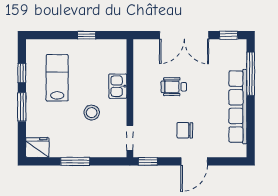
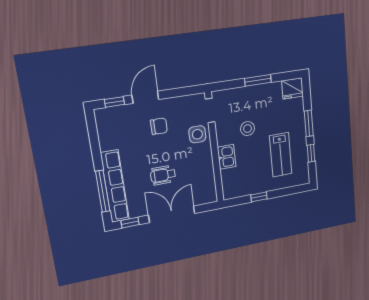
wheelchair: (174, 87) -> (163, 175), moved, turned 180
row of seats: (238, 107) -> (115, 186), moved
side table: (146, 115) -> (197, 134), added
window: (148, 161) -> (114, 102), moved

